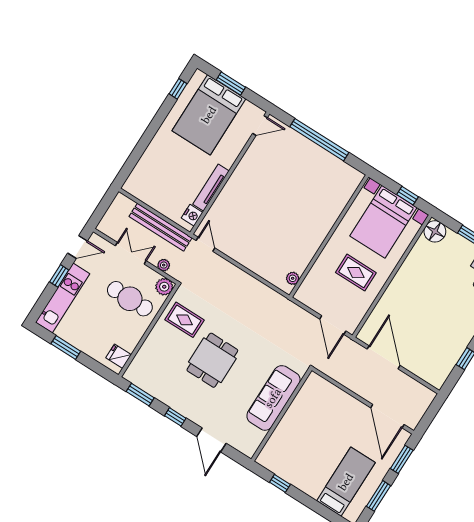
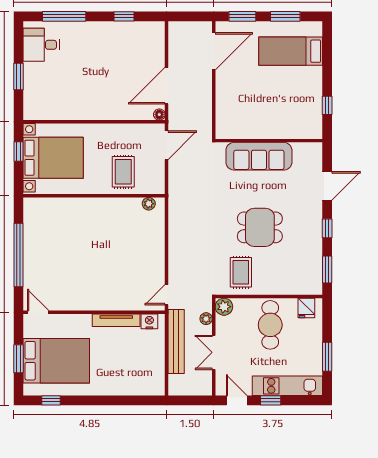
floor lamp: (435, 231) -> (159, 115), moved, width x0.53, depth x0.53
rug: (356, 273) -> (123, 172), moved
cafe table: (130, 299) -> (270, 325), moved

